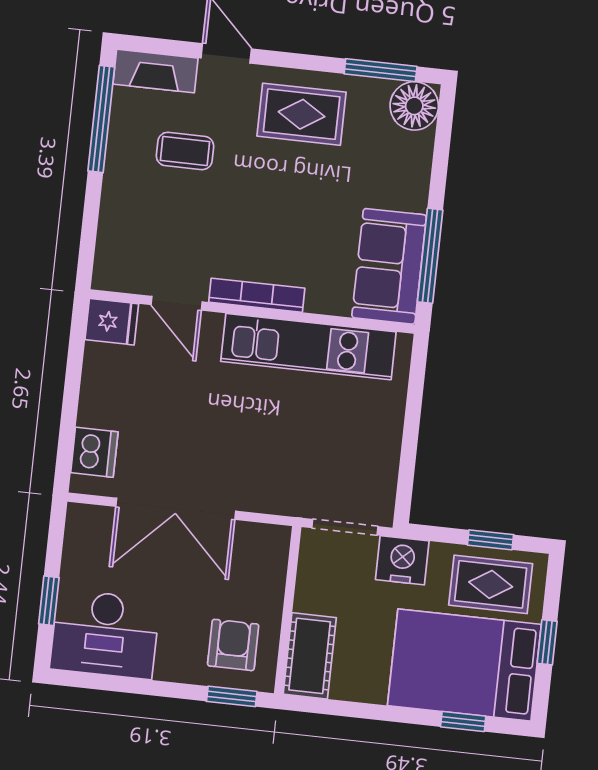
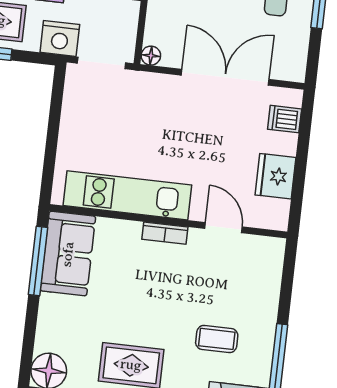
bookcase: (257, 295) -> (165, 233), width x0.64
fridge: (112, 322) -> (276, 176), moved, width x1.38
dishwasher: (94, 452) -> (285, 119), width x0.73
floor lamp: (278, 538) -> (151, 56), added

